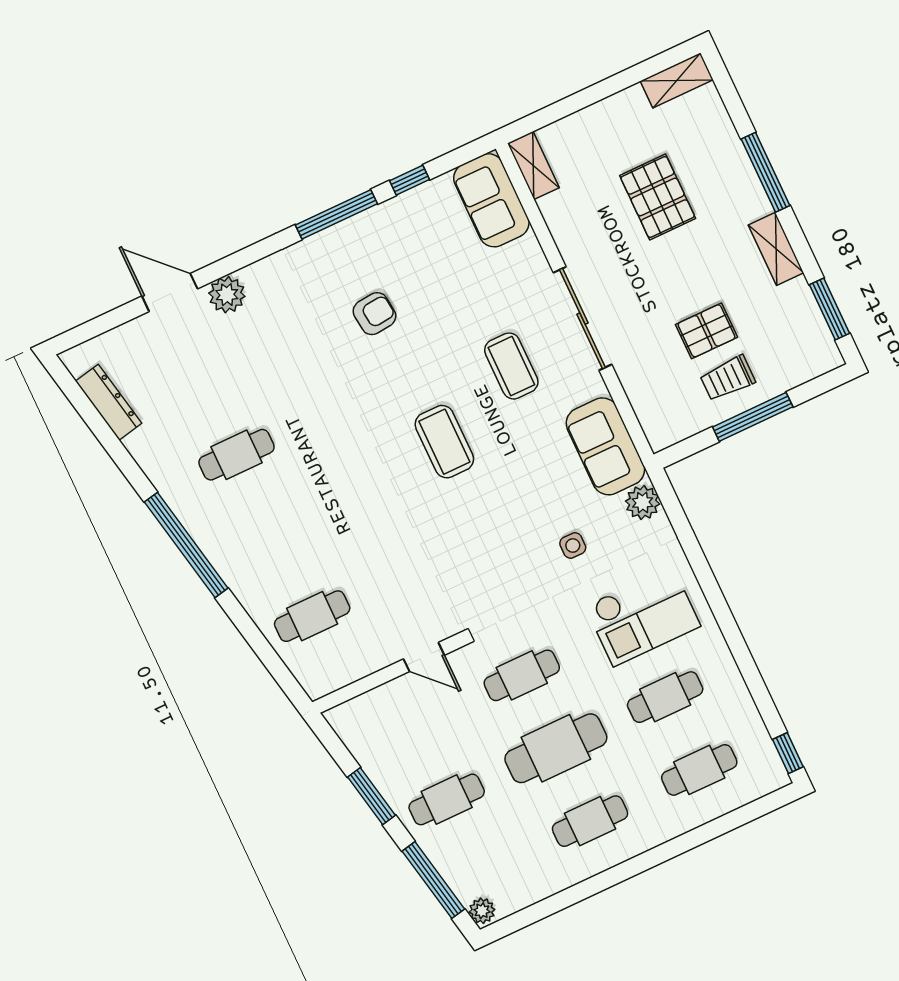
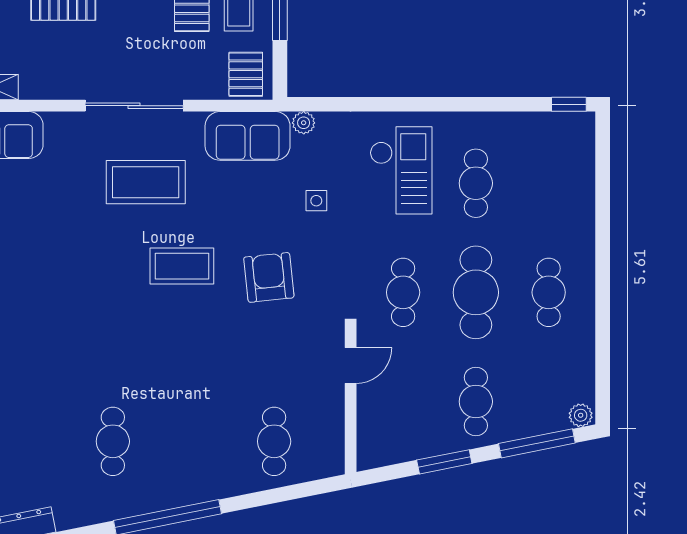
armchair: (374, 314) -> (269, 277), moved, width x1.38, depth x1.38
coffee table: (511, 366) -> (146, 182), width x1.36, depth x1.32
pallet: (666, 416) -> (246, 74), added
plant: (643, 503) -> (304, 123), width x0.73, depth x0.73
cafe table: (699, 770) -> (549, 183), removed

